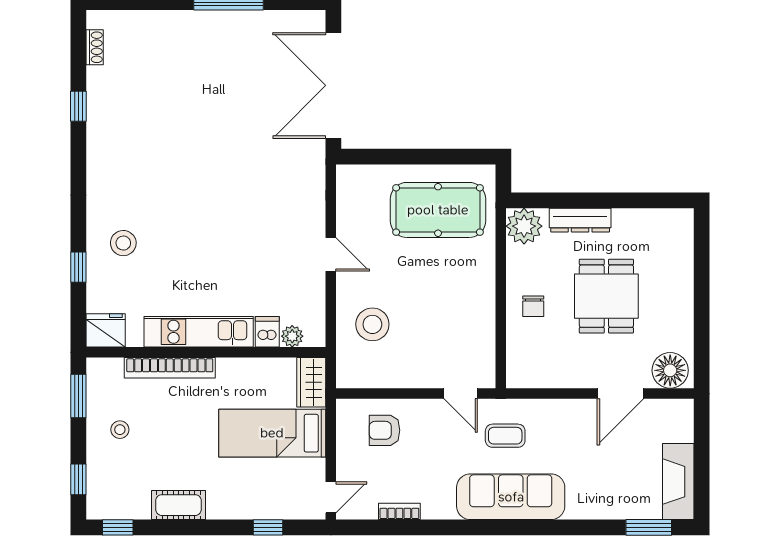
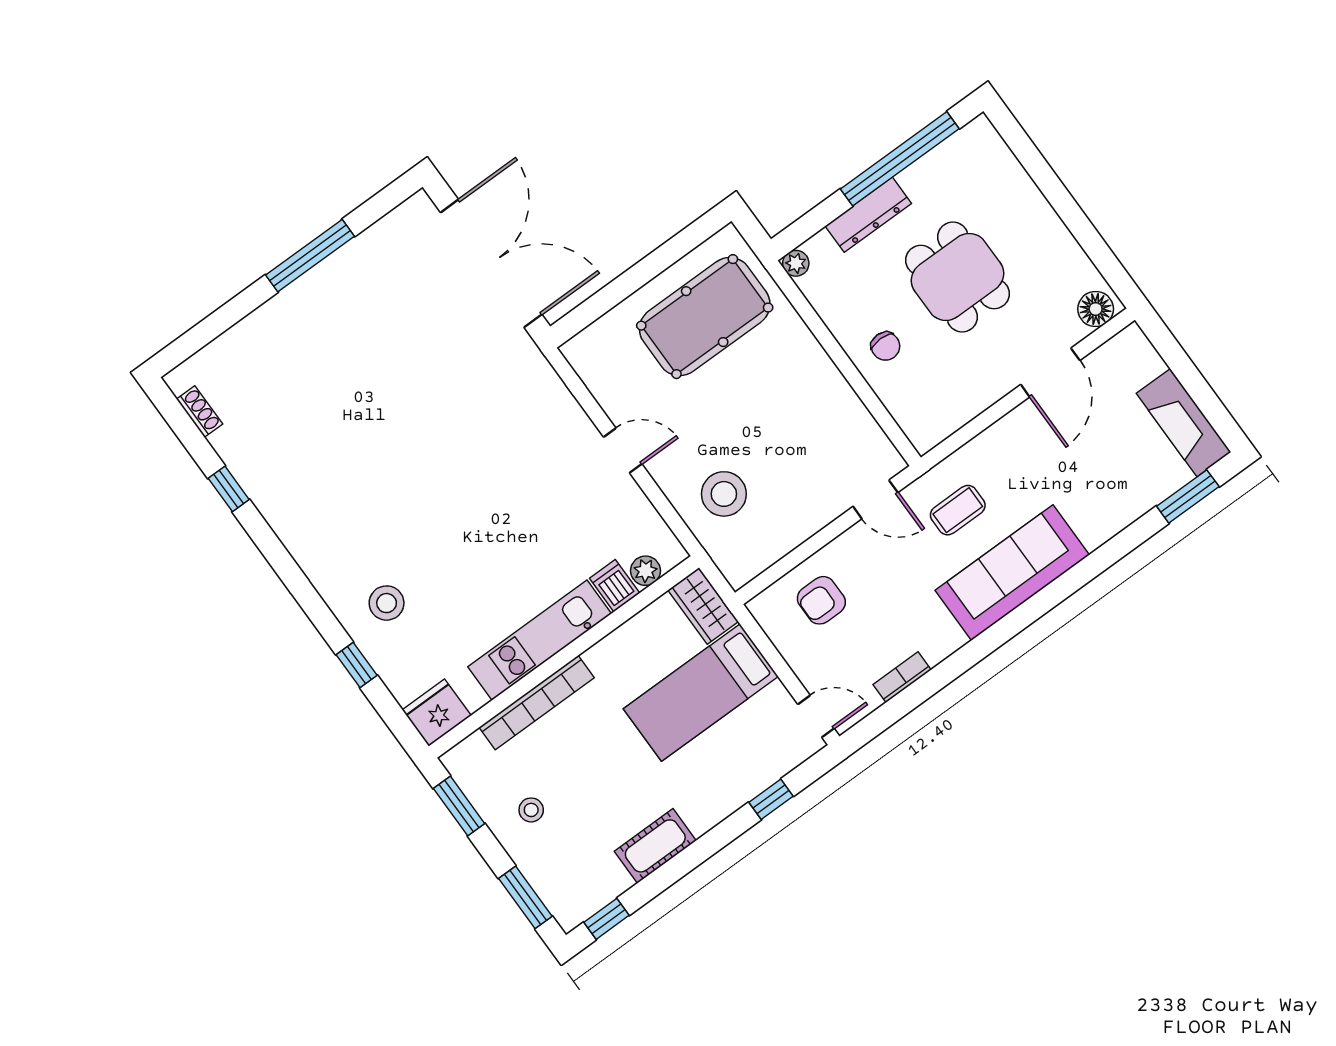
double door: (333, 85) -> (491, 263), swing flipped
window: (623, 200) -> (900, 159), added
plant: (524, 226) -> (796, 263), width x0.53, depth x0.53
floor lamp: (670, 370) -> (1096, 309), width x0.73, depth x0.73
window: (78, 479) -> (525, 897), width x1.50
door: (331, 497) -> (816, 716), hinge flipped

